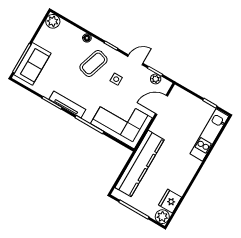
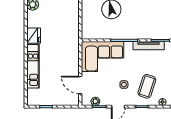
door: (161, 105) -> (80, 85), swing flipped
kitchen unit: (209, 135) -> (33, 66), moved
kitchen counter: (140, 164) -> (71, 33), removed
fridge: (170, 201) -> (34, 36), moved

